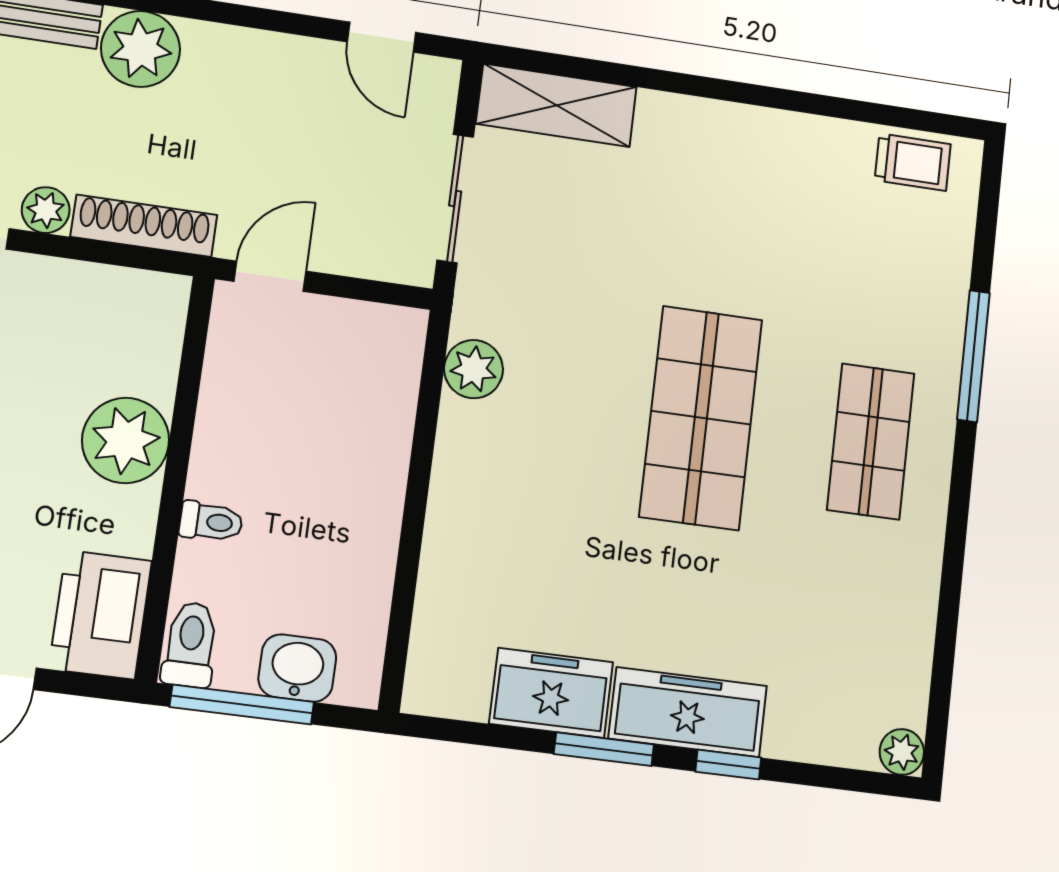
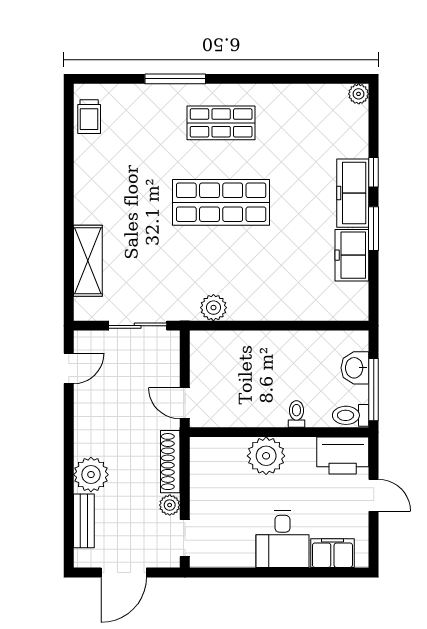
shelving: (556, 105) -> (88, 261), moved
trolley: (913, 162) -> (89, 117), turned 180

